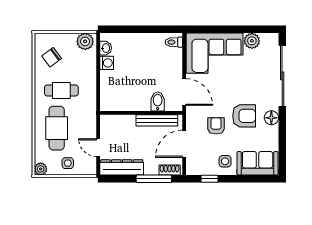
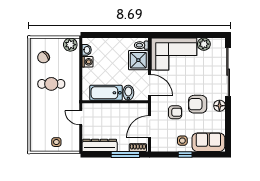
shower: (170, 61) -> (138, 60), added
bathtub: (130, 102) -> (106, 93), added
armchair: (244, 116) -> (198, 104), turned 180
bench: (157, 120) -> (128, 108), removed
armchair: (216, 126) -> (175, 112), turned 90
cafe table: (57, 128) -> (47, 114), removed
door: (98, 148) -> (81, 118), moved
plant: (41, 169) -> (35, 147), removed
window: (210, 179) -> (185, 155), moved

